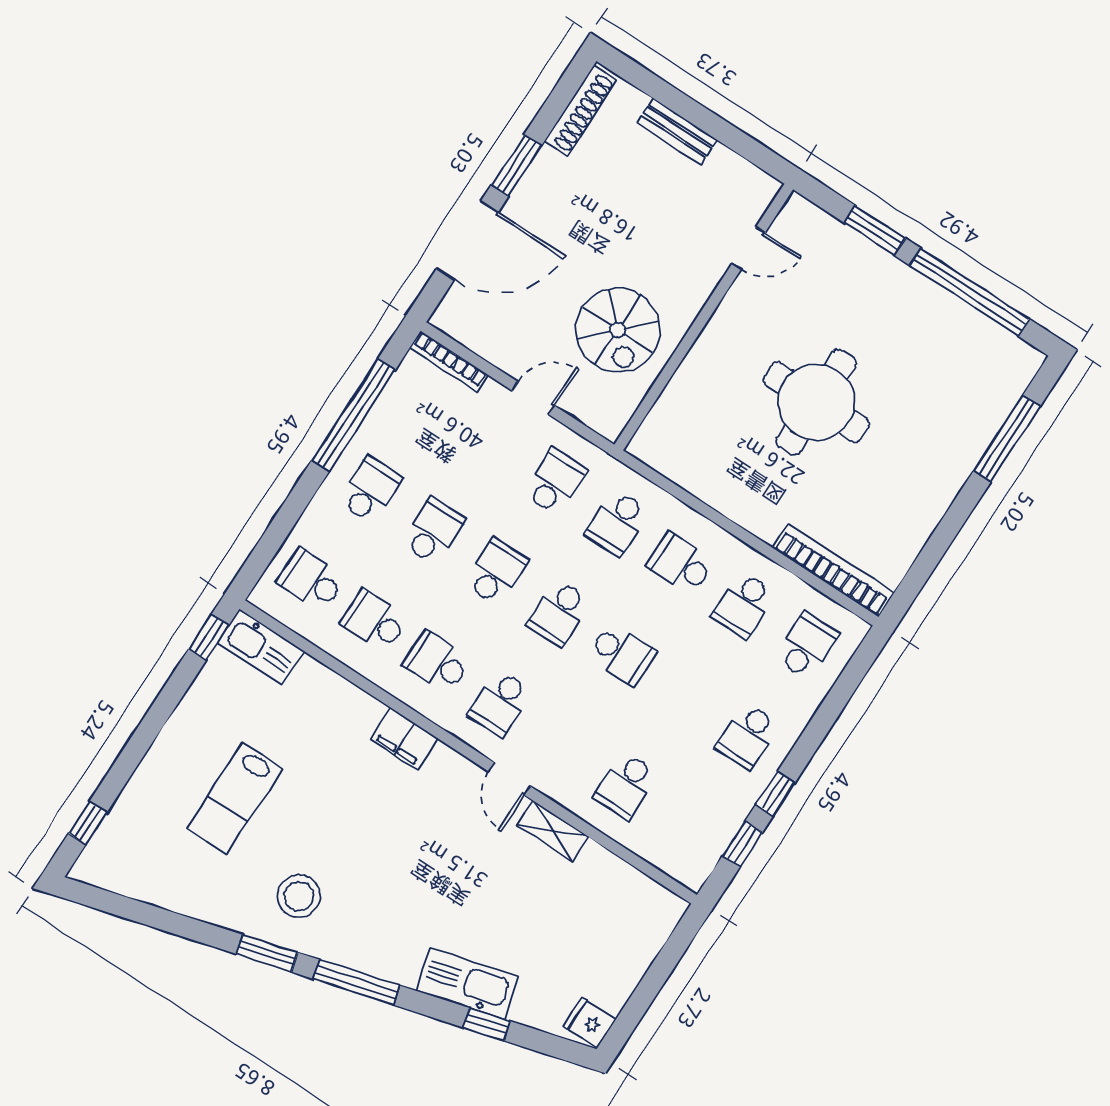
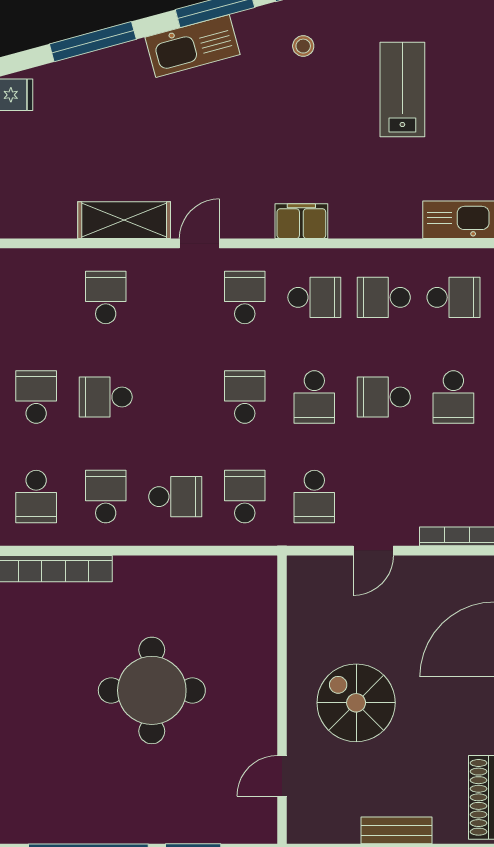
spiral stairs: (618, 330) -> (356, 703), moved
school desk: (433, 531) -> (384, 397), turned 90
school desk: (374, 621) -> (384, 297), turned 180
school desk: (622, 654) -> (106, 397), moved
door: (509, 779) -> (199, 243), hinge flipped
shelving: (552, 831) -> (124, 220), width x1.50, depth x1.33
stool: (299, 896) -> (303, 46), width x0.53, depth x0.53
kitchen sink: (467, 984) -> (193, 46), moved
window: (487, 1024) -> (93, 42), width x2.17

